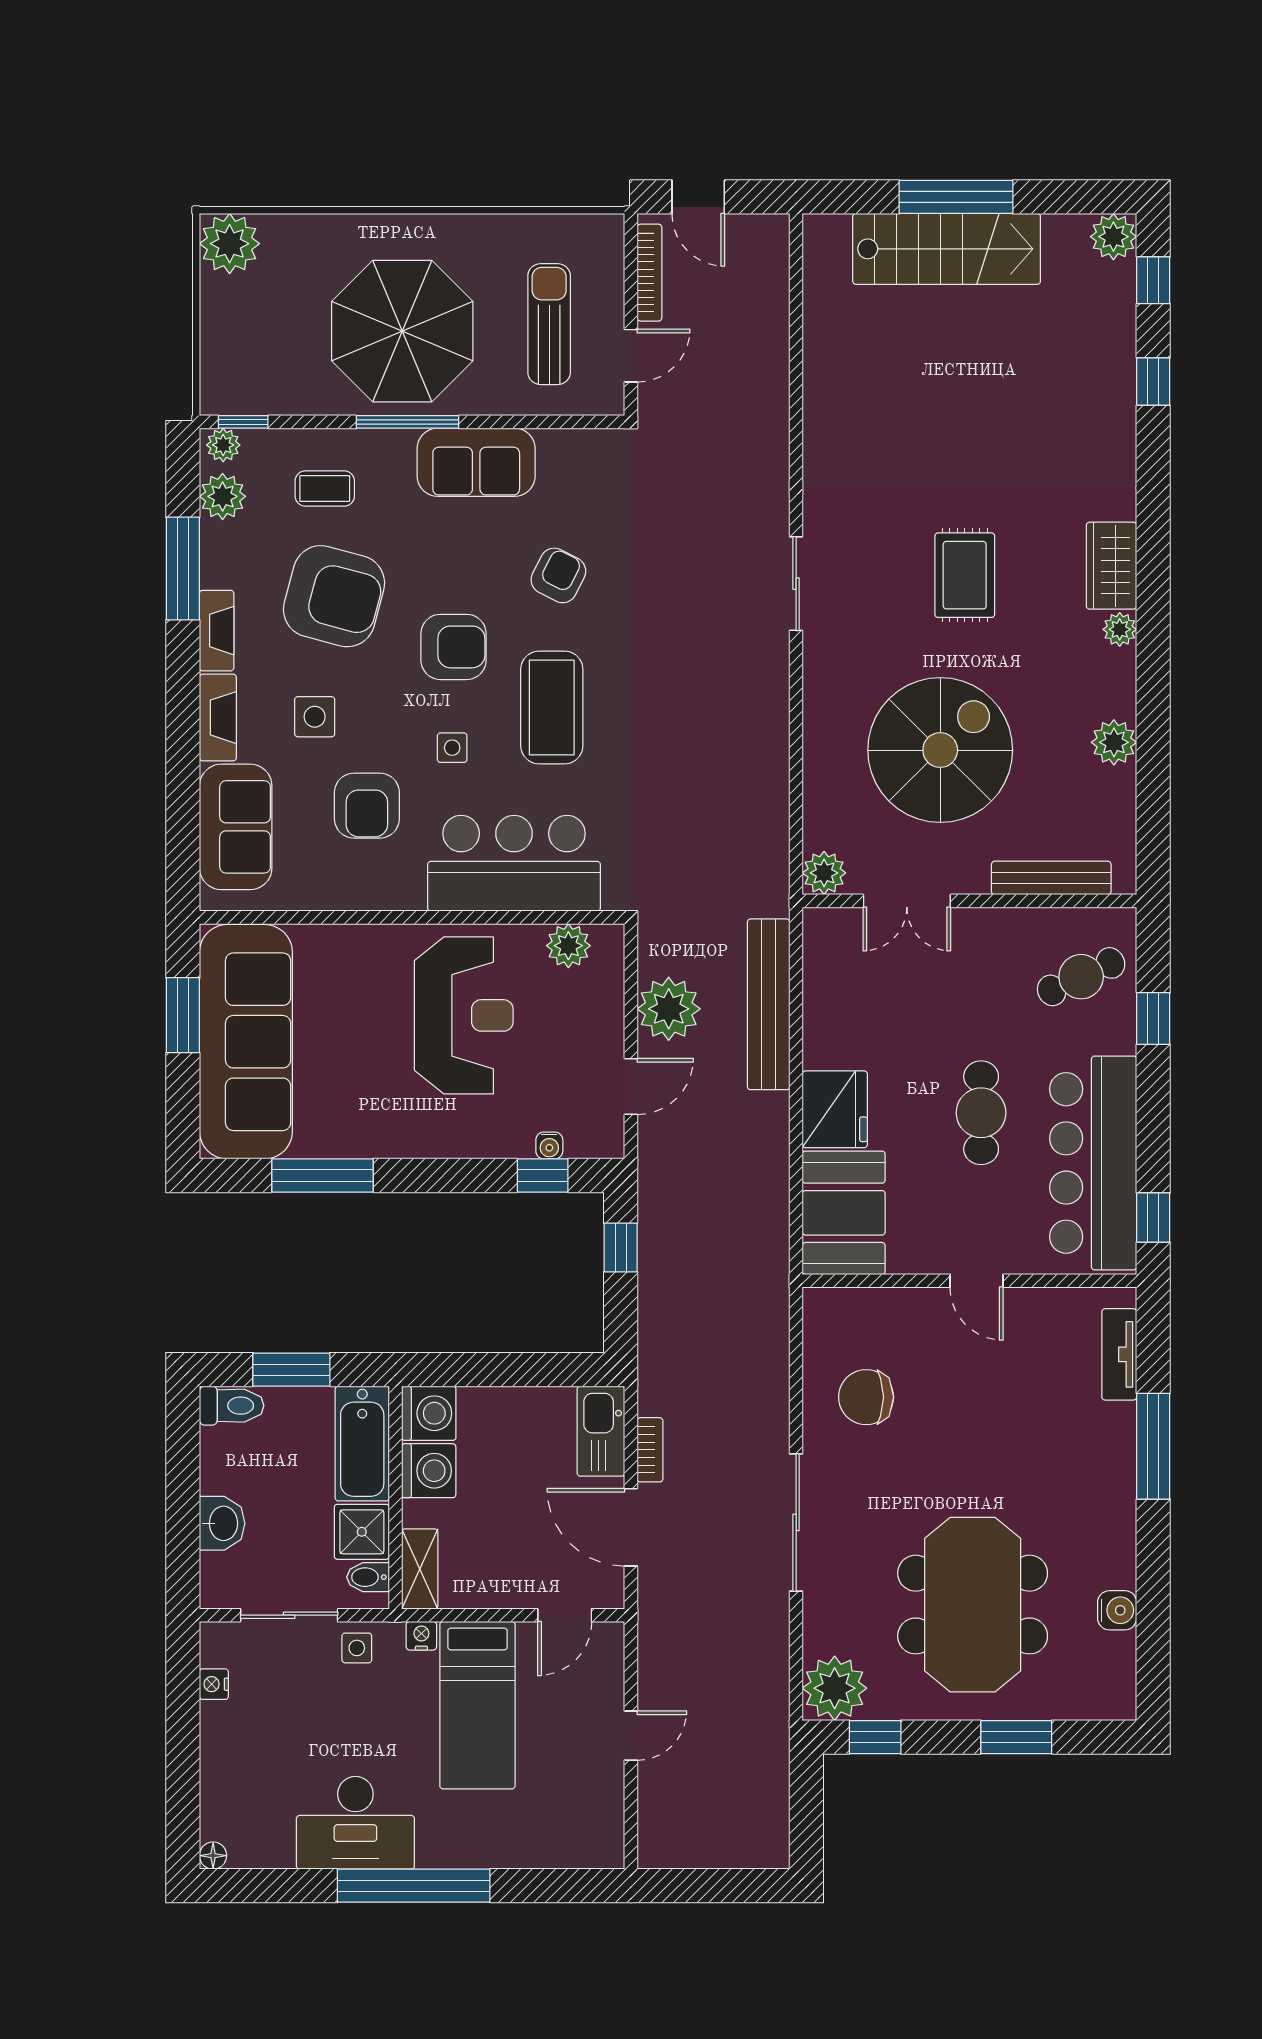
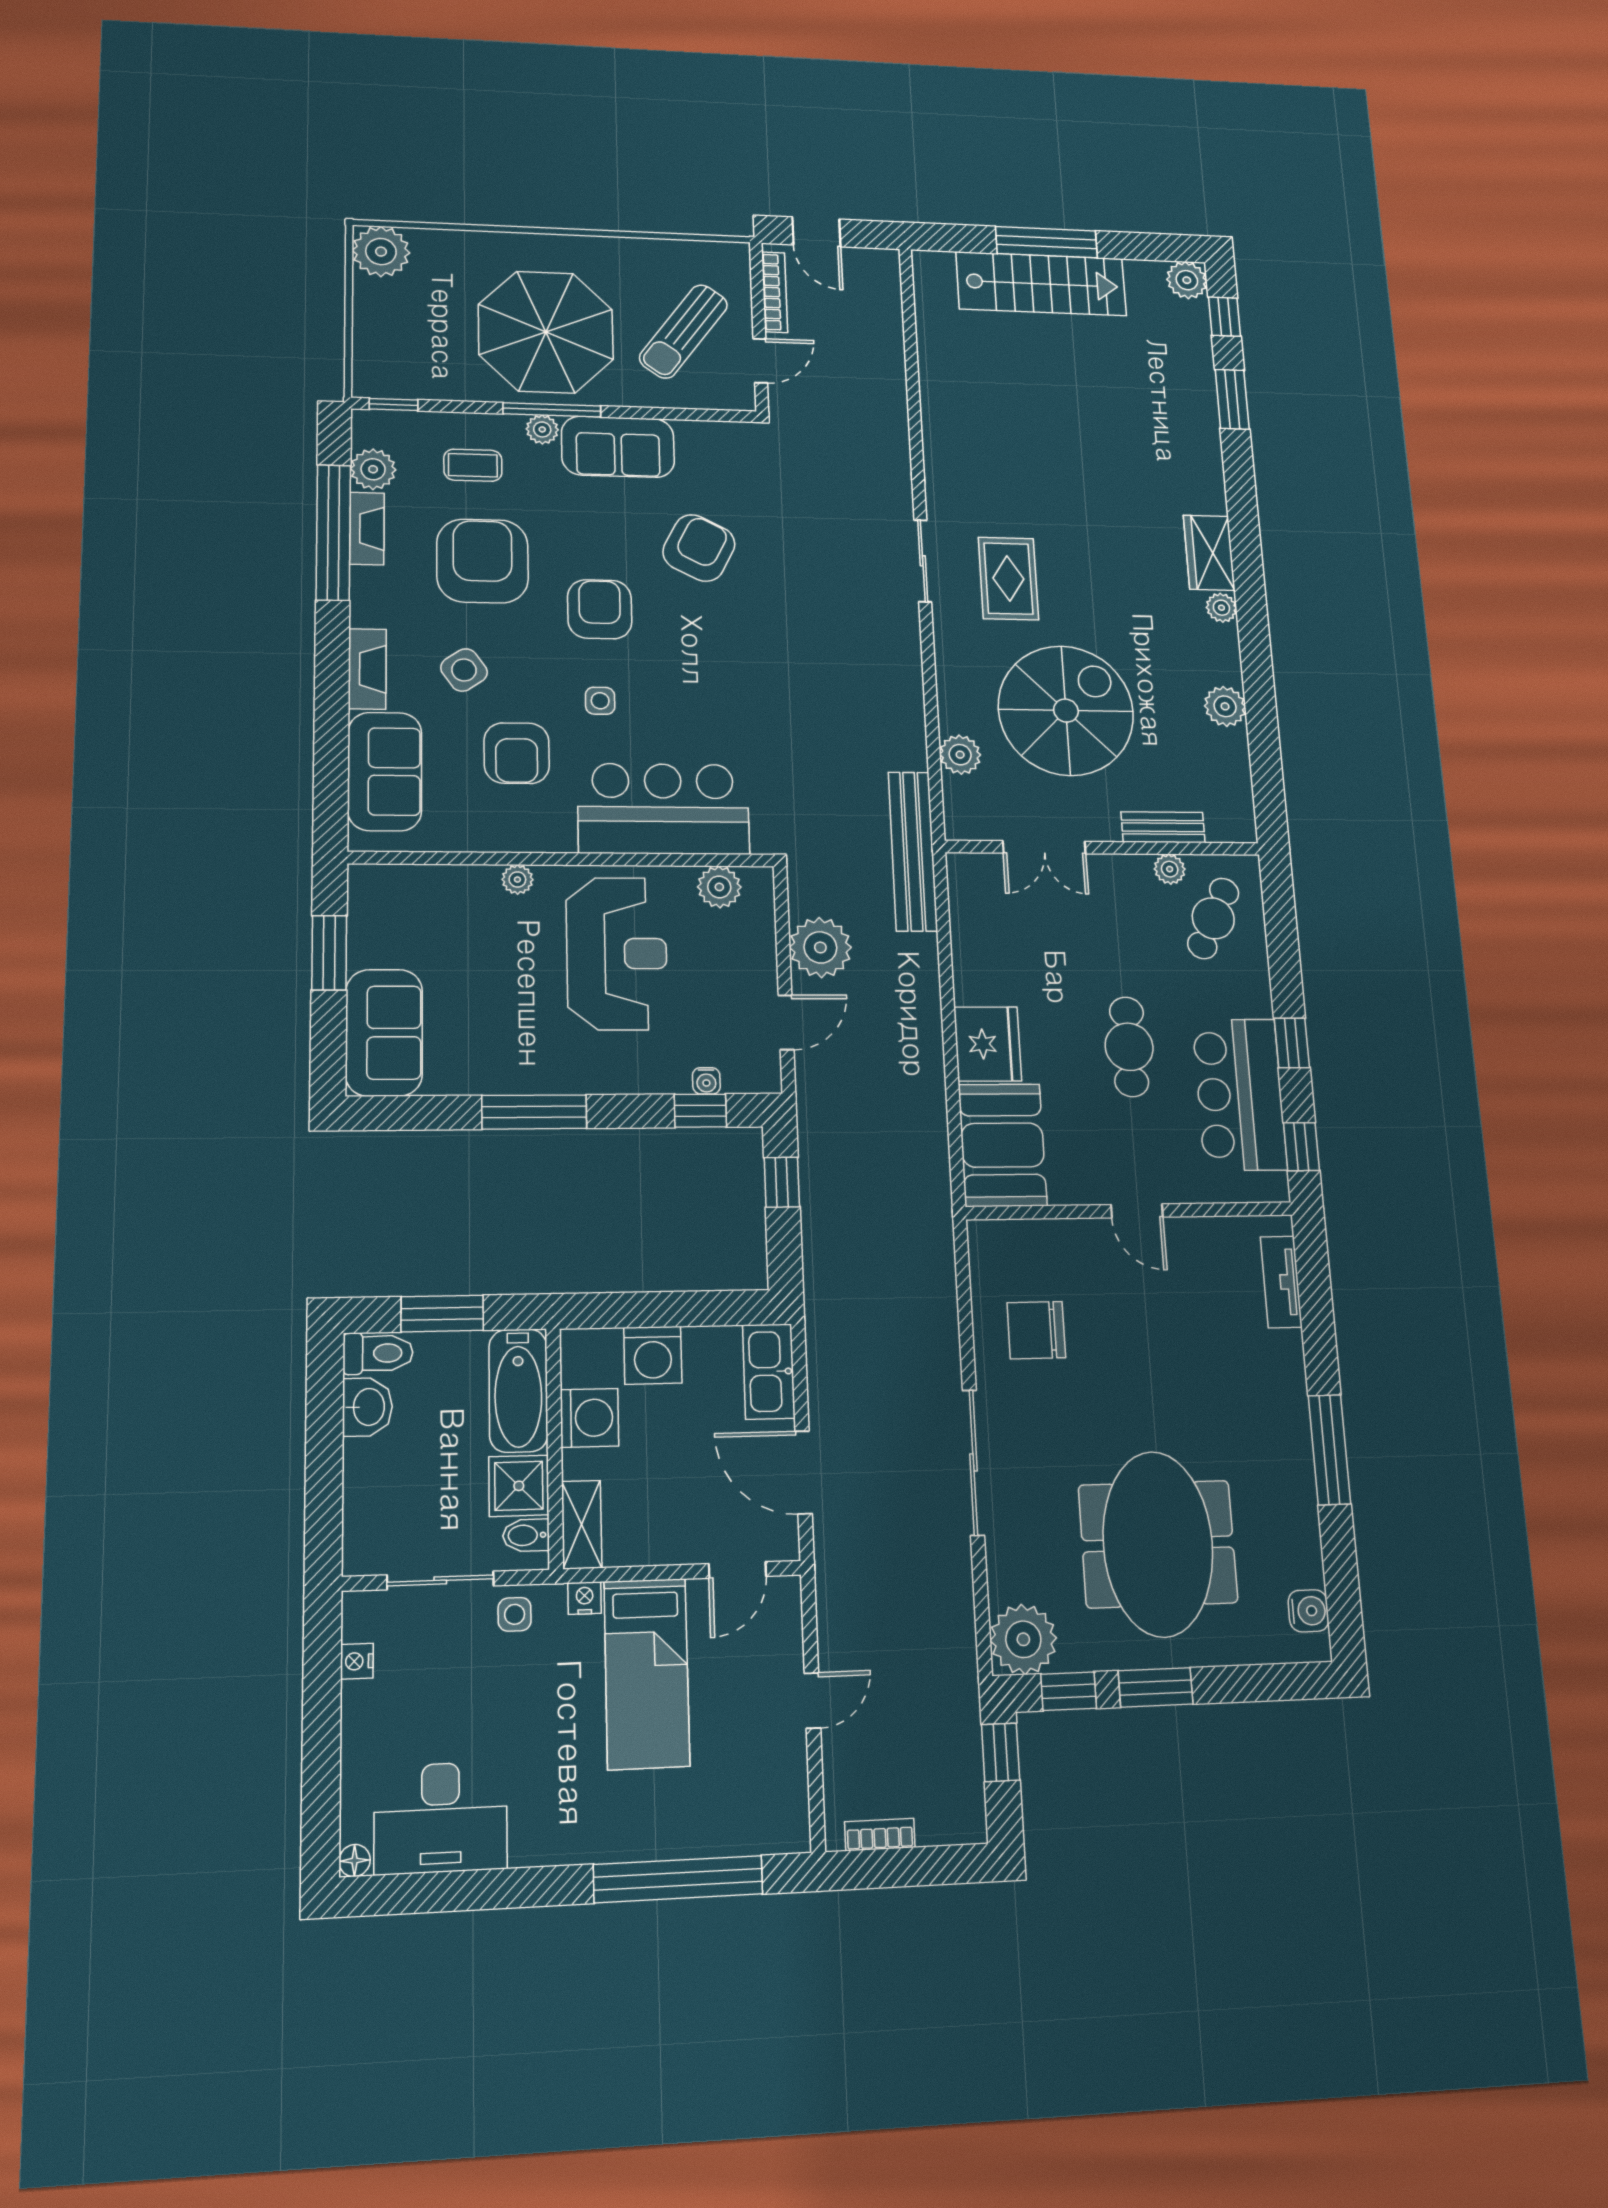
sun lounger: (549, 324) -> (684, 331), turned -144
window: (1153, 382) -> (1232, 399), width x1.50
plant: (223, 445) -> (542, 429), moved
window: (183, 569) -> (333, 532), width x1.46
armchair: (558, 575) -> (699, 548), width x1.38, depth x1.38
rug: (965, 575) -> (1008, 579), moved
armchair: (334, 596) -> (482, 561), turned -105
fireplace: (217, 631) -> (367, 529), moved
armchair: (454, 647) -> (600, 609), turned -90
coffee table: (552, 708) -> (696, 666), removed
side table: (315, 717) -> (464, 670), turned -35
plant: (824, 873) -> (960, 755), moved
bench: (1051, 878) -> (1163, 827), width x0.73
plant: (1039, 924) -> (1170, 869), added
plant: (366, 939) -> (517, 879), added
cafe table: (1081, 977) -> (1213, 918), turned -39
bench: (769, 1004) -> (913, 851), moved
window: (1153, 1019) -> (1292, 1043), moved
sofa: (246, 1042) -> (384, 1033), width x0.54, depth x0.79
bar counter: (1093, 1163) -> (1240, 1094), width x0.73
window: (322, 1175) -> (534, 1112), moved
washing machine: (429, 1413) -> (653, 1355), moved, turned 90
window: (1153, 1446) -> (1329, 1450), moved
bookcase: (650, 1450) -> (880, 1835), moved, turned -90
washbasin: (222, 1523) -> (367, 1407), moved
water cooler: (1117, 1610) -> (1308, 1611), moved
window: (1016, 1737) -> (1156, 1687), moved
window: (806, 1789) -> (1001, 1752), added
desk: (355, 1823) -> (441, 1818), moved
window: (414, 1886) -> (678, 1879), moved

